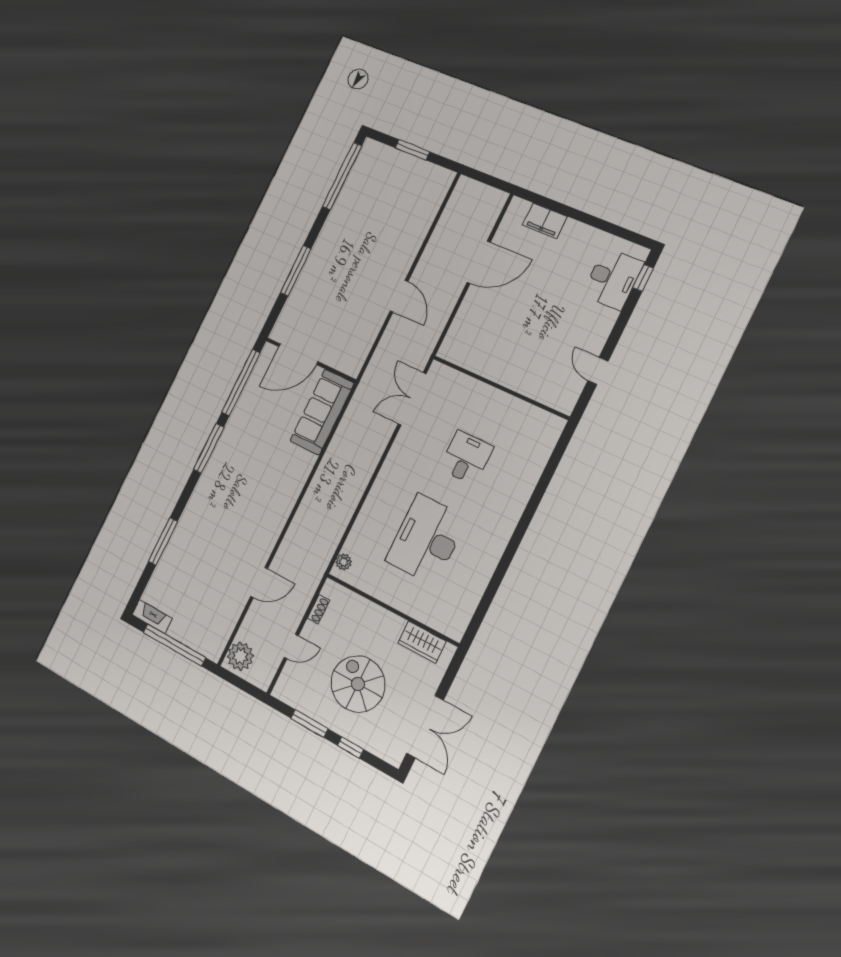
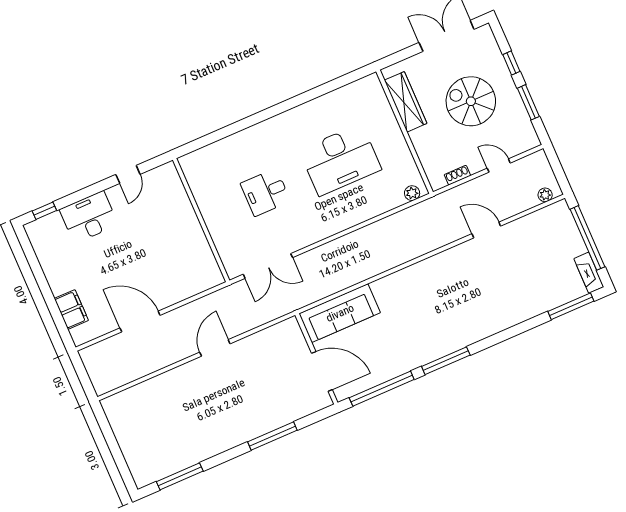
window: (412, 150) -> (114, 448), removed
window: (342, 176) -> (180, 476), width x0.68
desk: (613, 279) -> (89, 217), moved
window: (163, 541) -> (571, 306), moved
wardrobe: (422, 642) -> (406, 102), width x1.50
plant: (240, 656) -> (545, 195), width x0.53, depth x0.53
spiral stairs: (358, 684) -> (471, 101), turned 90

